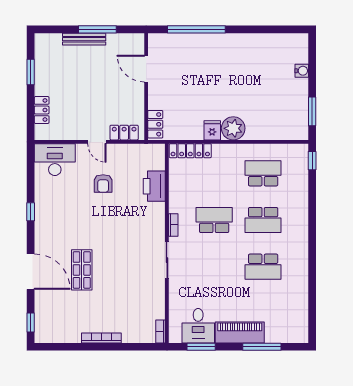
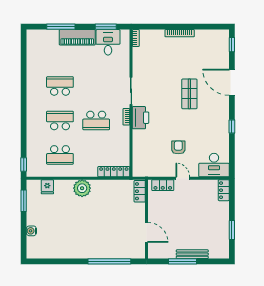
locker: (42, 110) -> (224, 190), moved
fridge: (212, 130) -> (47, 187), moved
printer: (154, 186) -> (140, 118), moved
shop shelf: (82, 270) -> (189, 94), moved

